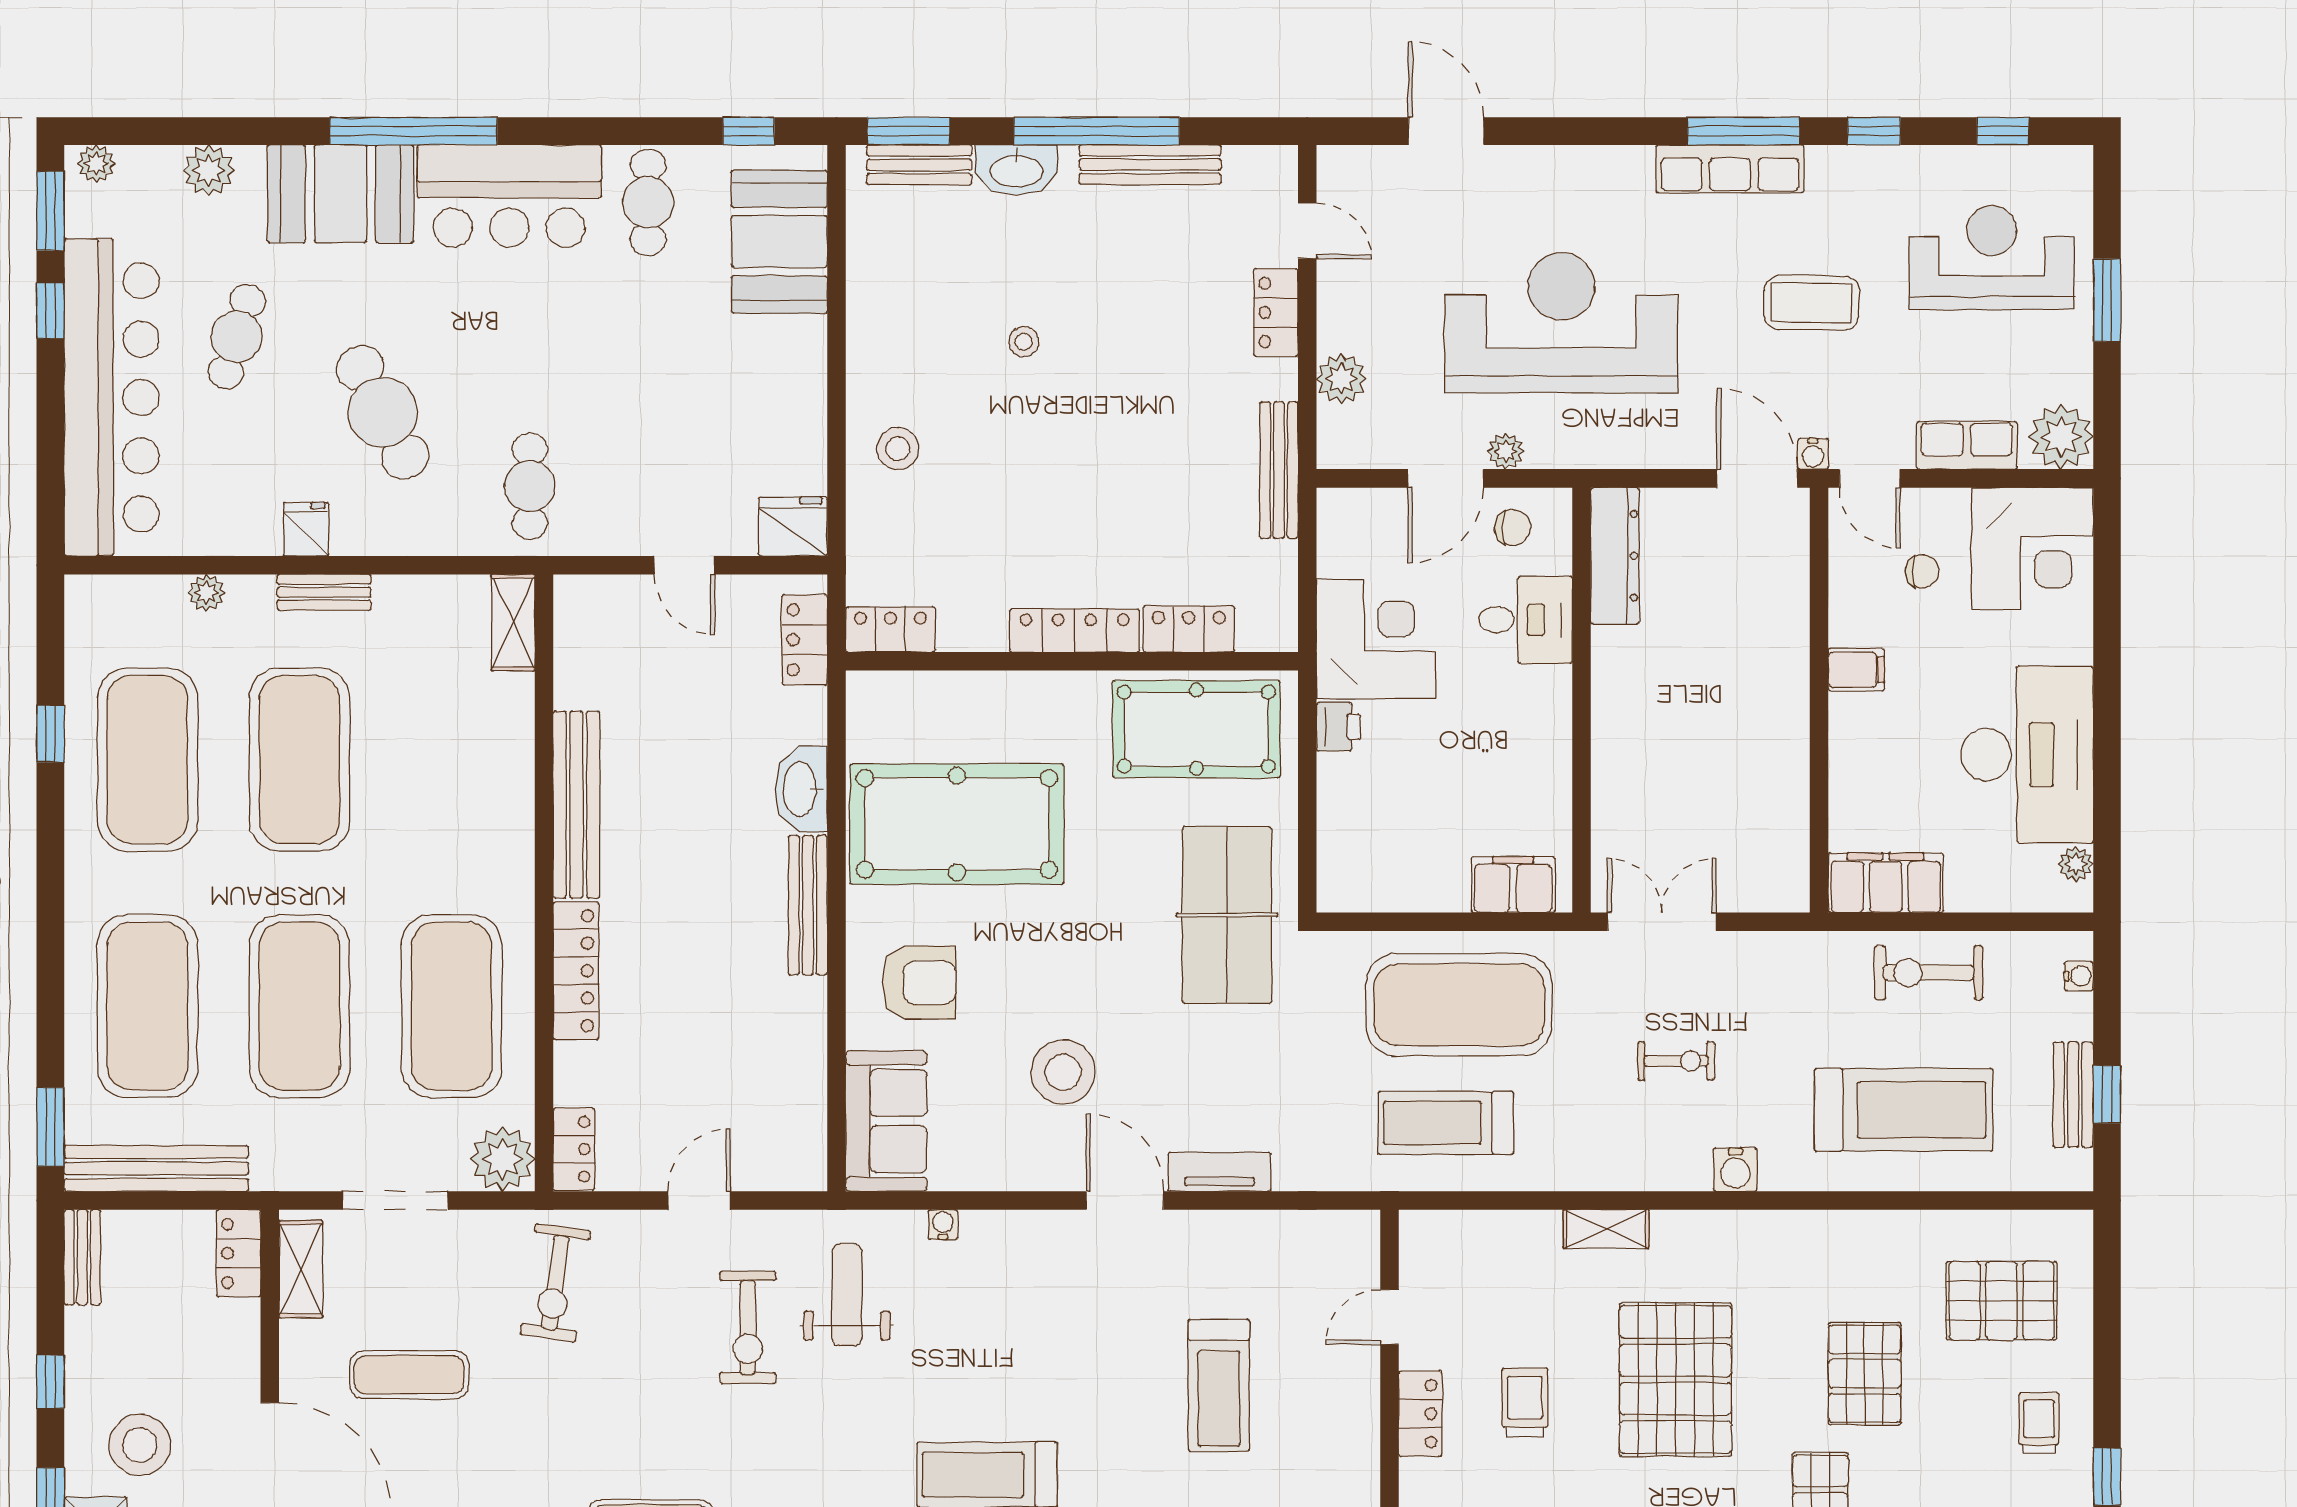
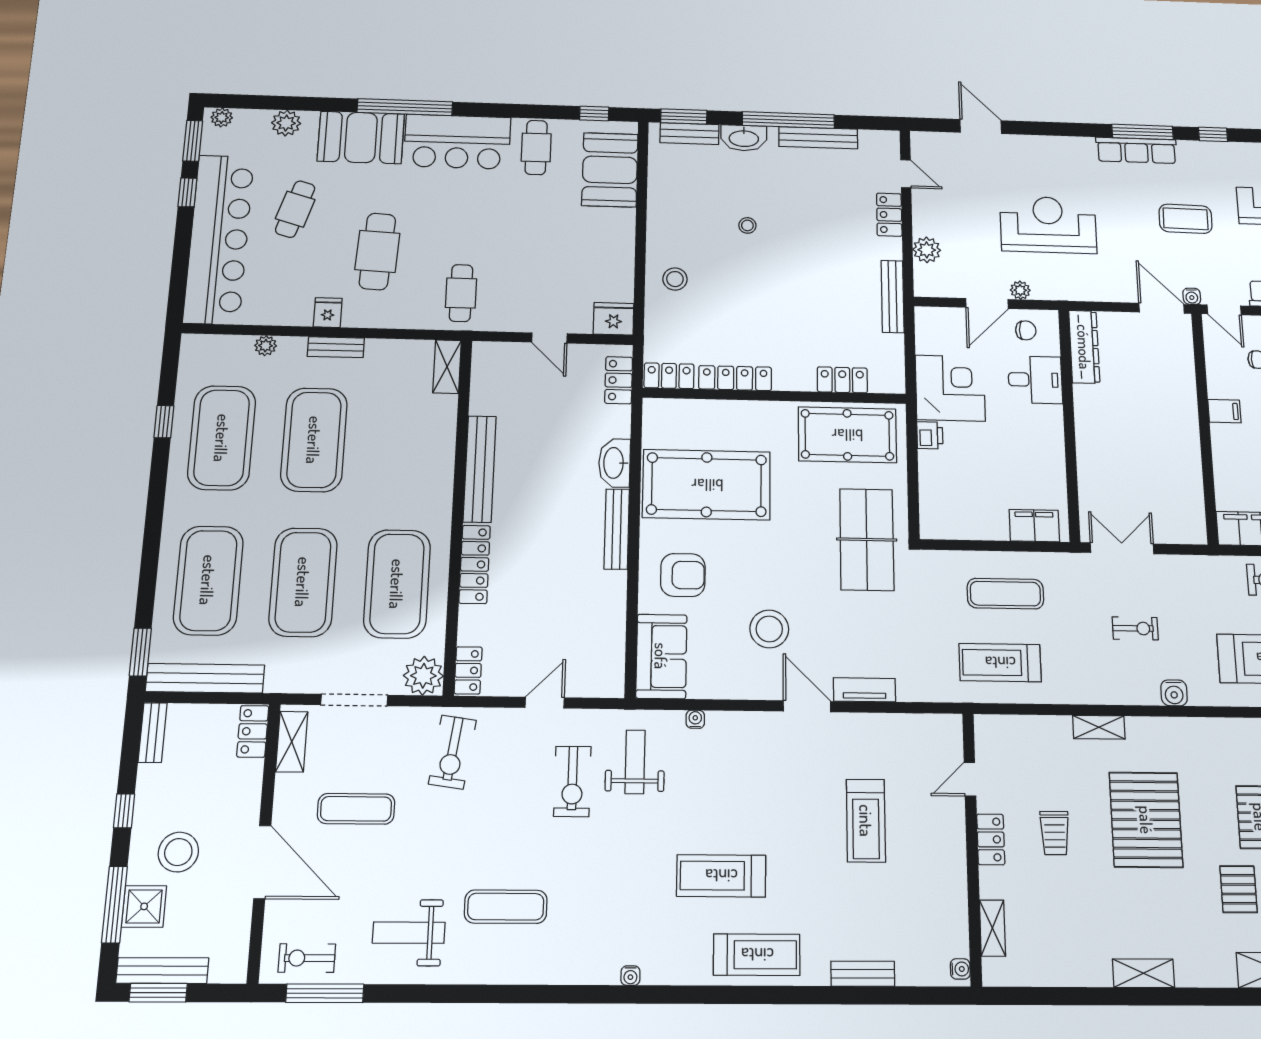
reception desk: (1561, 323) -> (1048, 225), width x0.74, depth x0.77
cafe table: (383, 412) -> (377, 251), turned 30
locker: (1075, 631) -> (735, 378), moved
exercise mat: (1459, 1005) -> (1005, 594), width x0.50, depth x0.69
trolley: (1525, 1402) -> (1055, 833), turned 180

